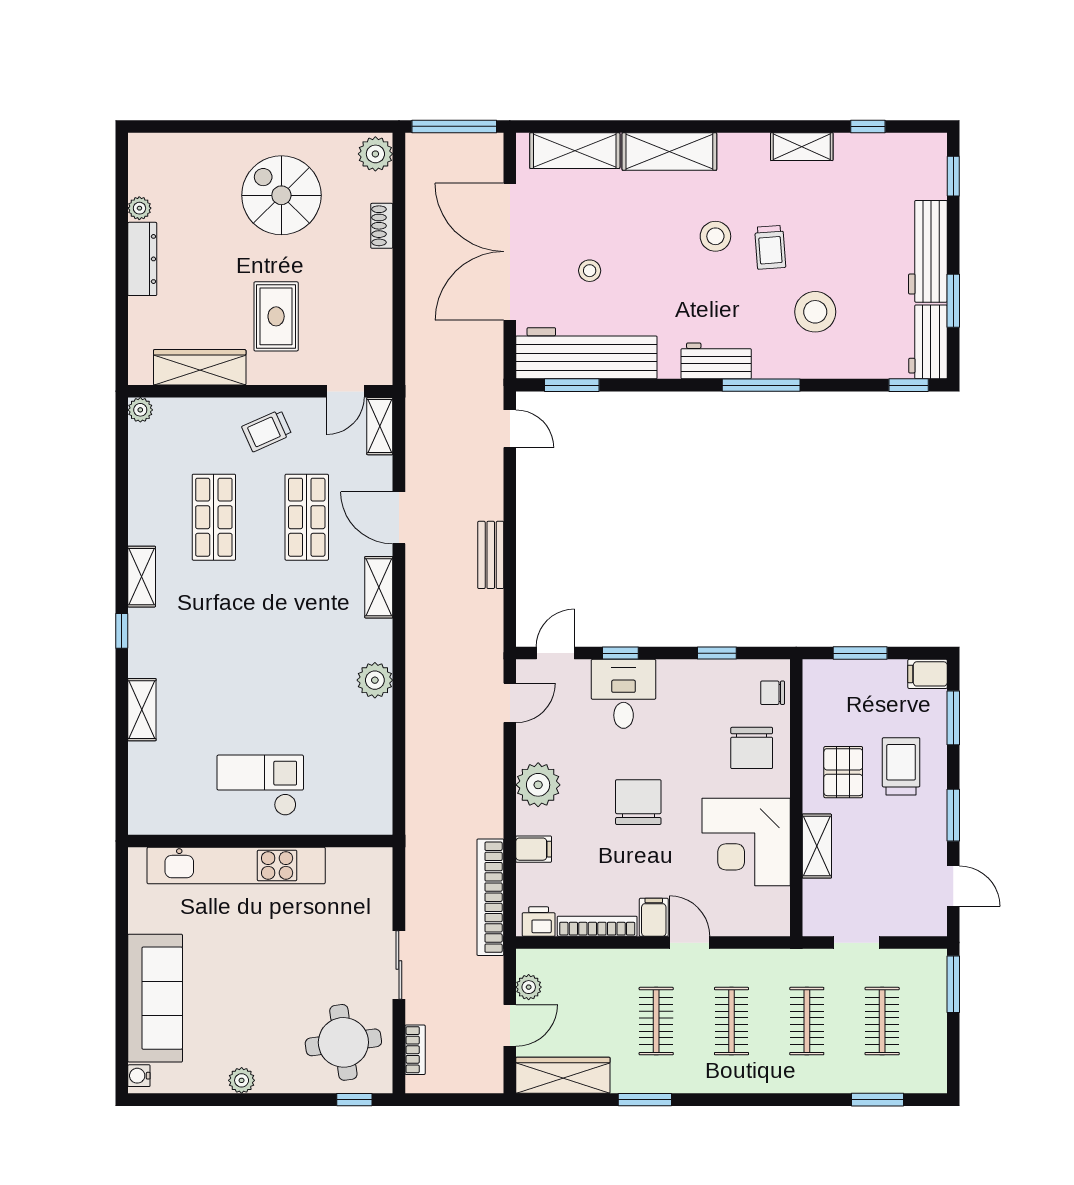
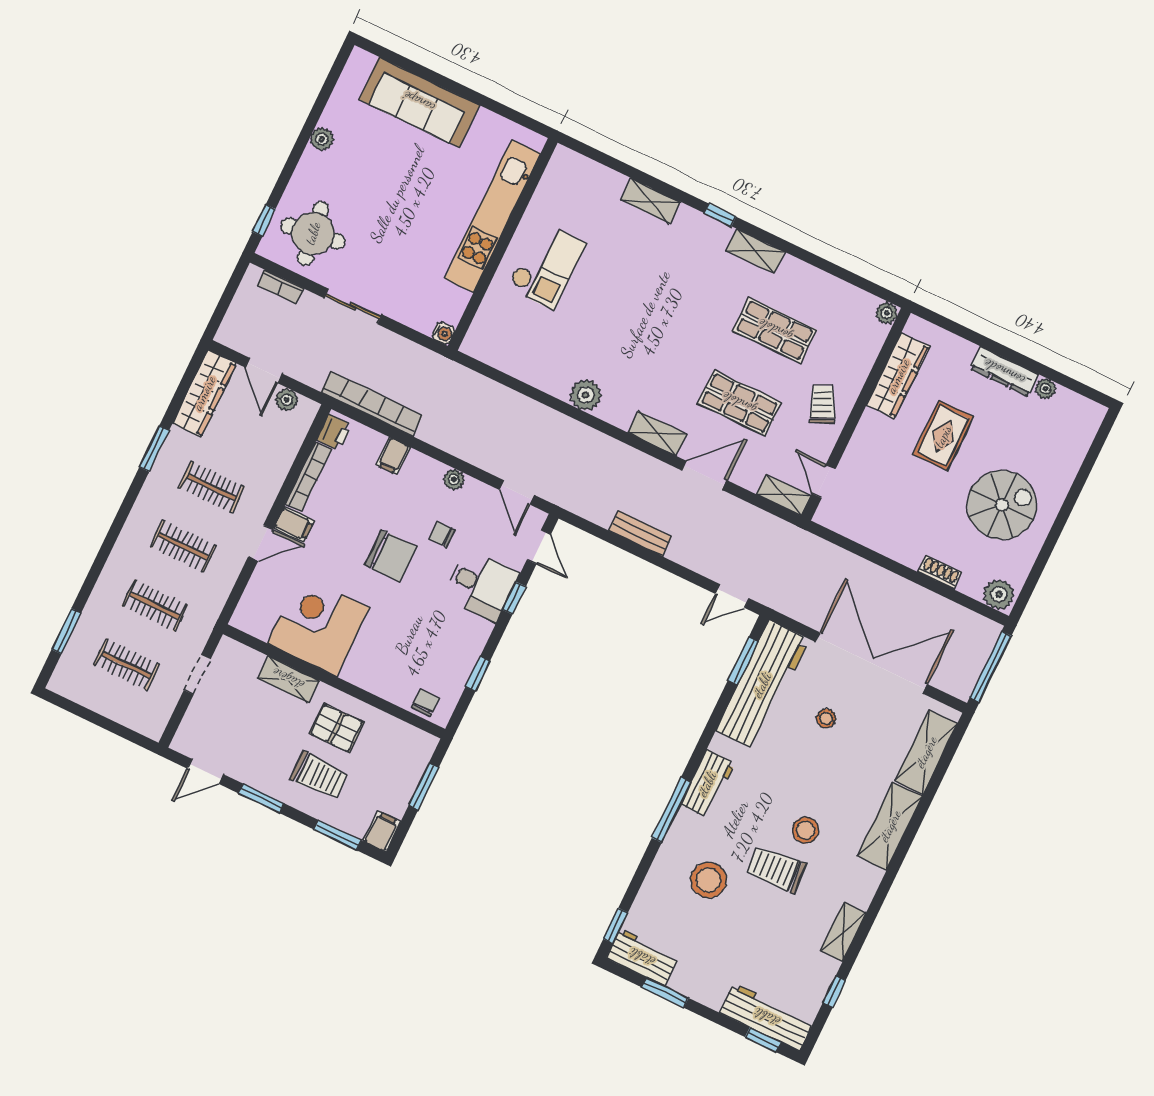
trolley: (770, 247) -> (776, 869), width x1.36, depth x1.39
workbench: (928, 251) -> (767, 1017), moved
rug: (276, 316) -> (943, 436), moved, turned 90
chair: (752, 748) -> (442, 534), moved, width x0.54, depth x0.54
plant: (538, 785) -> (454, 479), width x0.53, depth x0.53
window: (953, 984) -> (128, 734), removed
water cooler: (139, 1076) -> (443, 333), moved, turned 90

